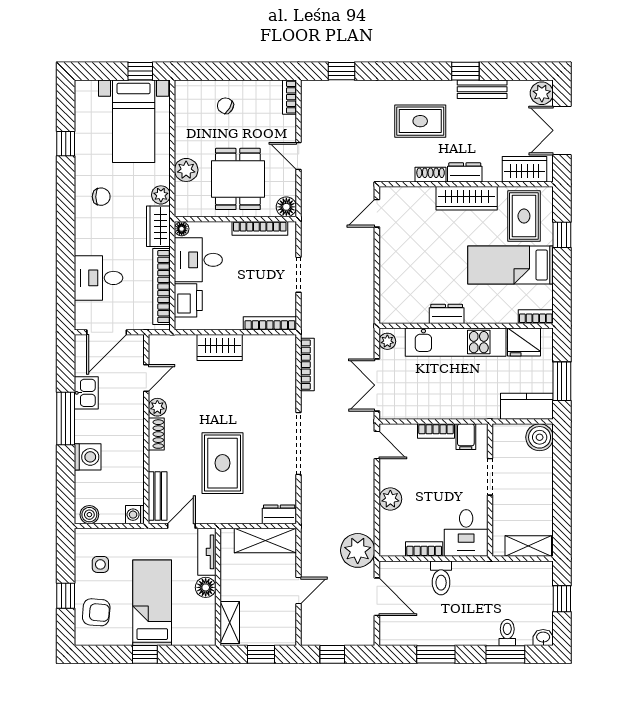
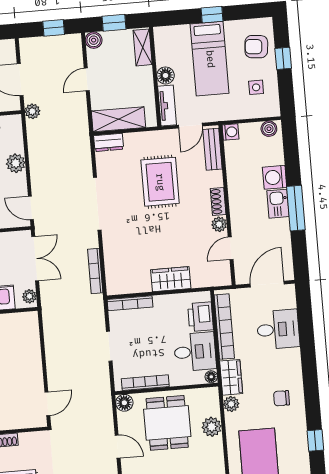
kitchen sink: (86, 393) -> (278, 204), moved
plant: (358, 550) -> (32, 111), width x0.53, depth x0.53
boiler: (287, 636) -> (94, 40), added

